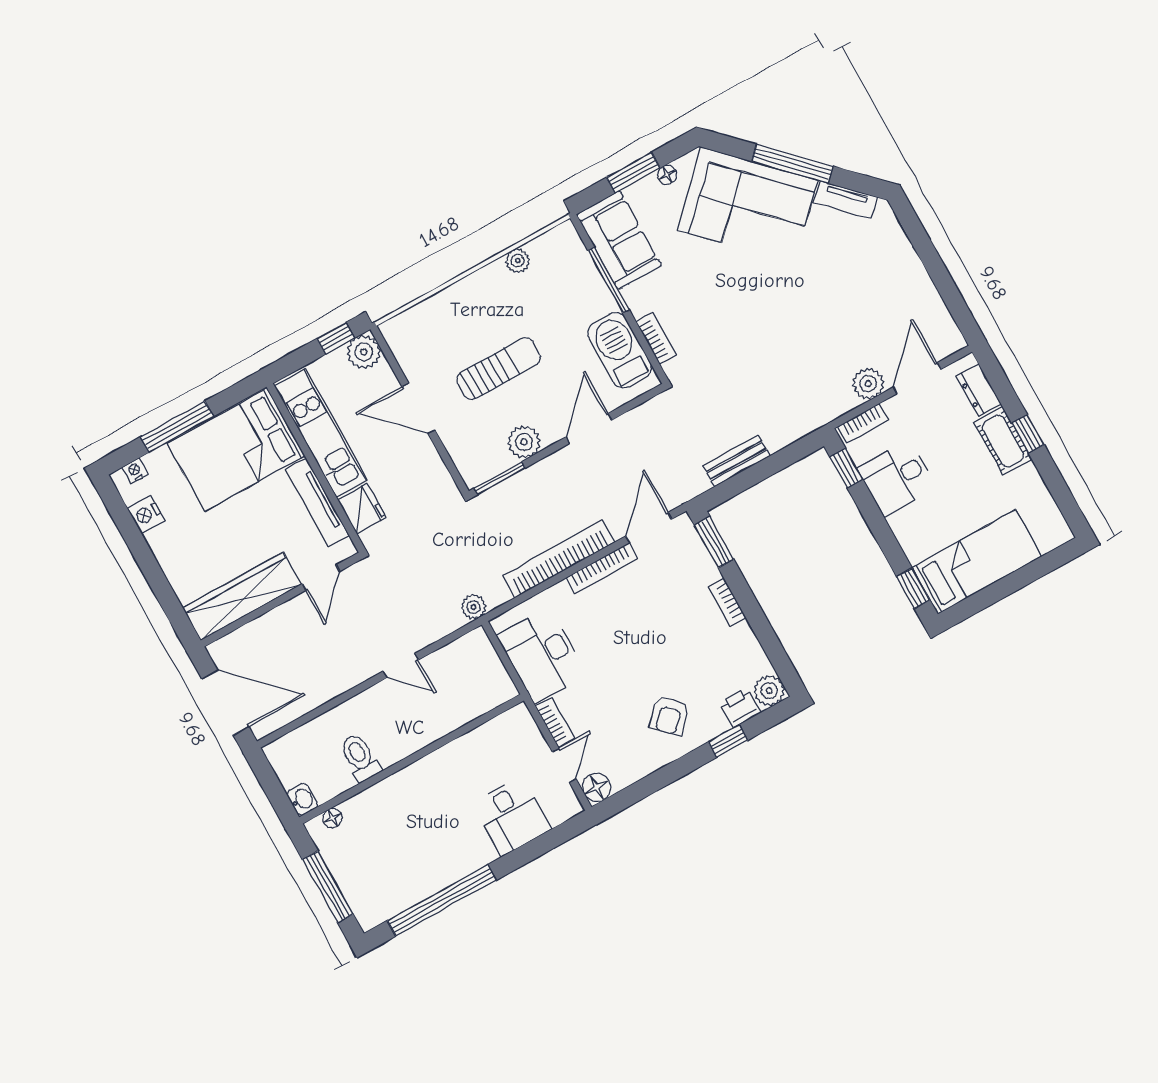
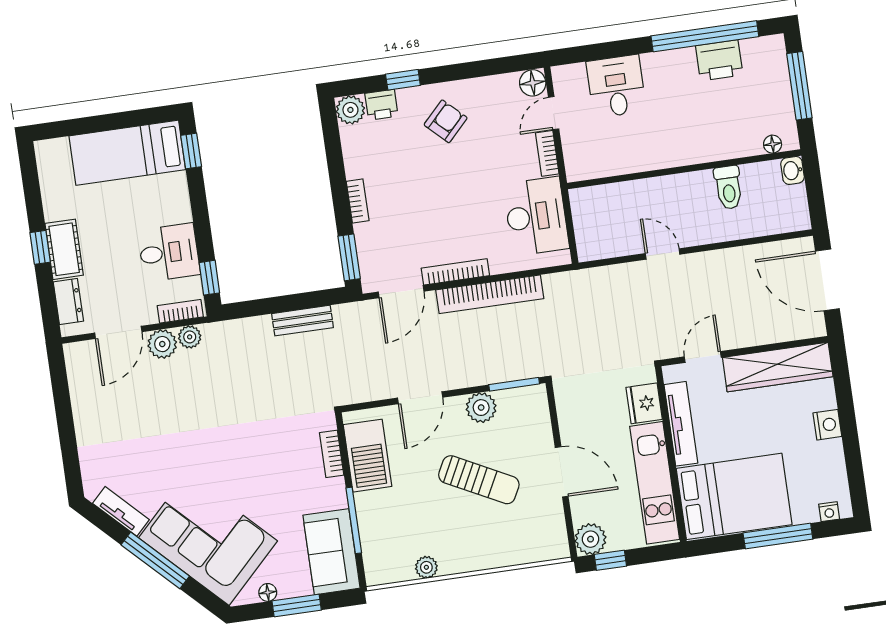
sun lounger: (499, 369) -> (479, 480), turned -153
nightstand: (146, 514) -> (827, 425), moved
plant: (474, 607) -> (190, 337), moved
printer: (418, 882) -> (719, 60), added

